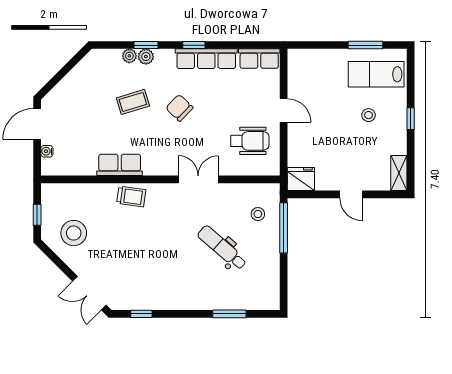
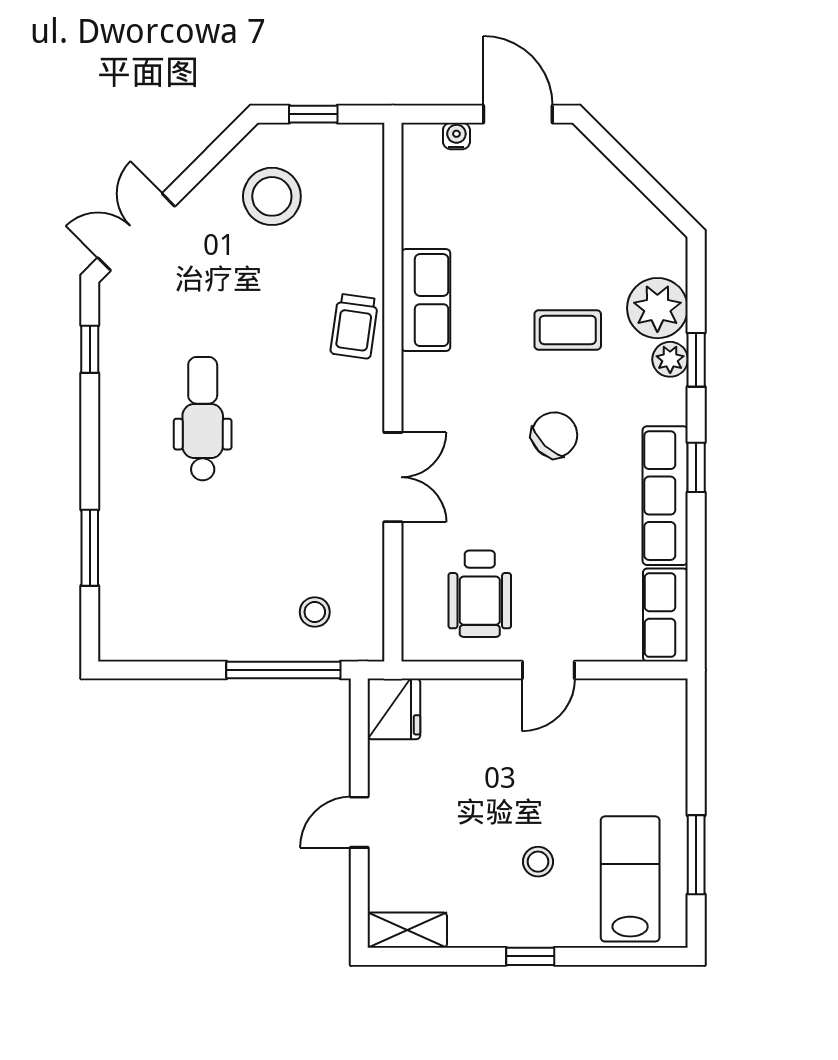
plant: (129, 56) -> (657, 308), width x1.88, depth x1.88
coffee table: (133, 102) -> (568, 330), turned -73
dental chair: (222, 248) -> (203, 419), moved, turned -41

